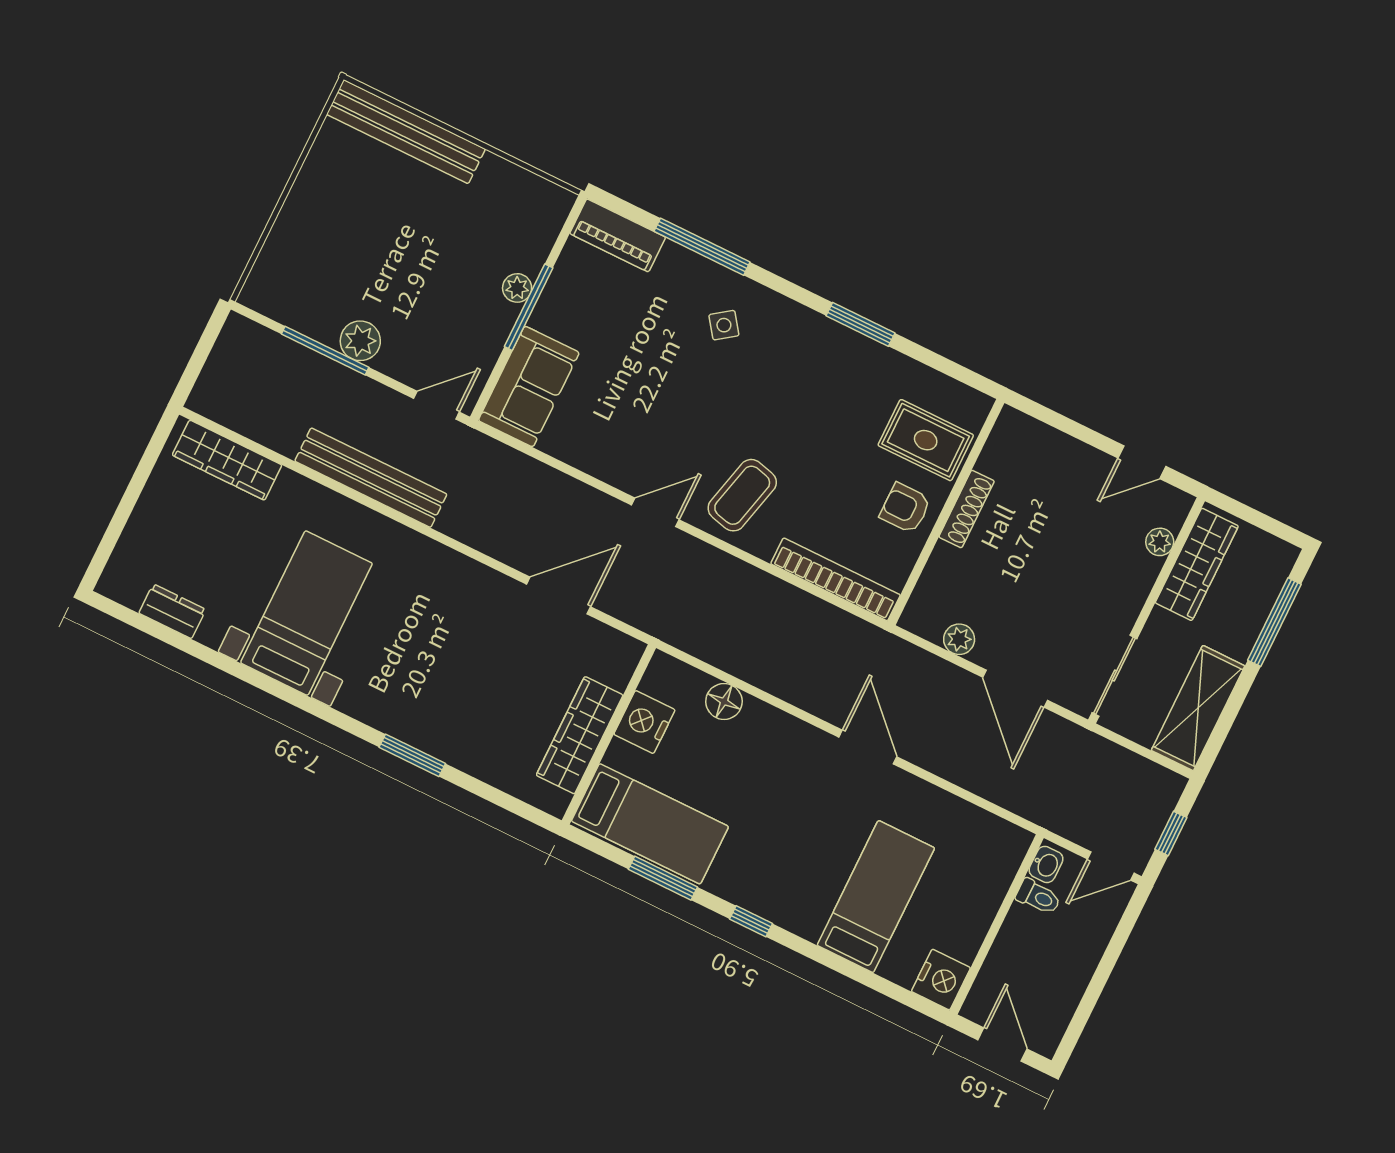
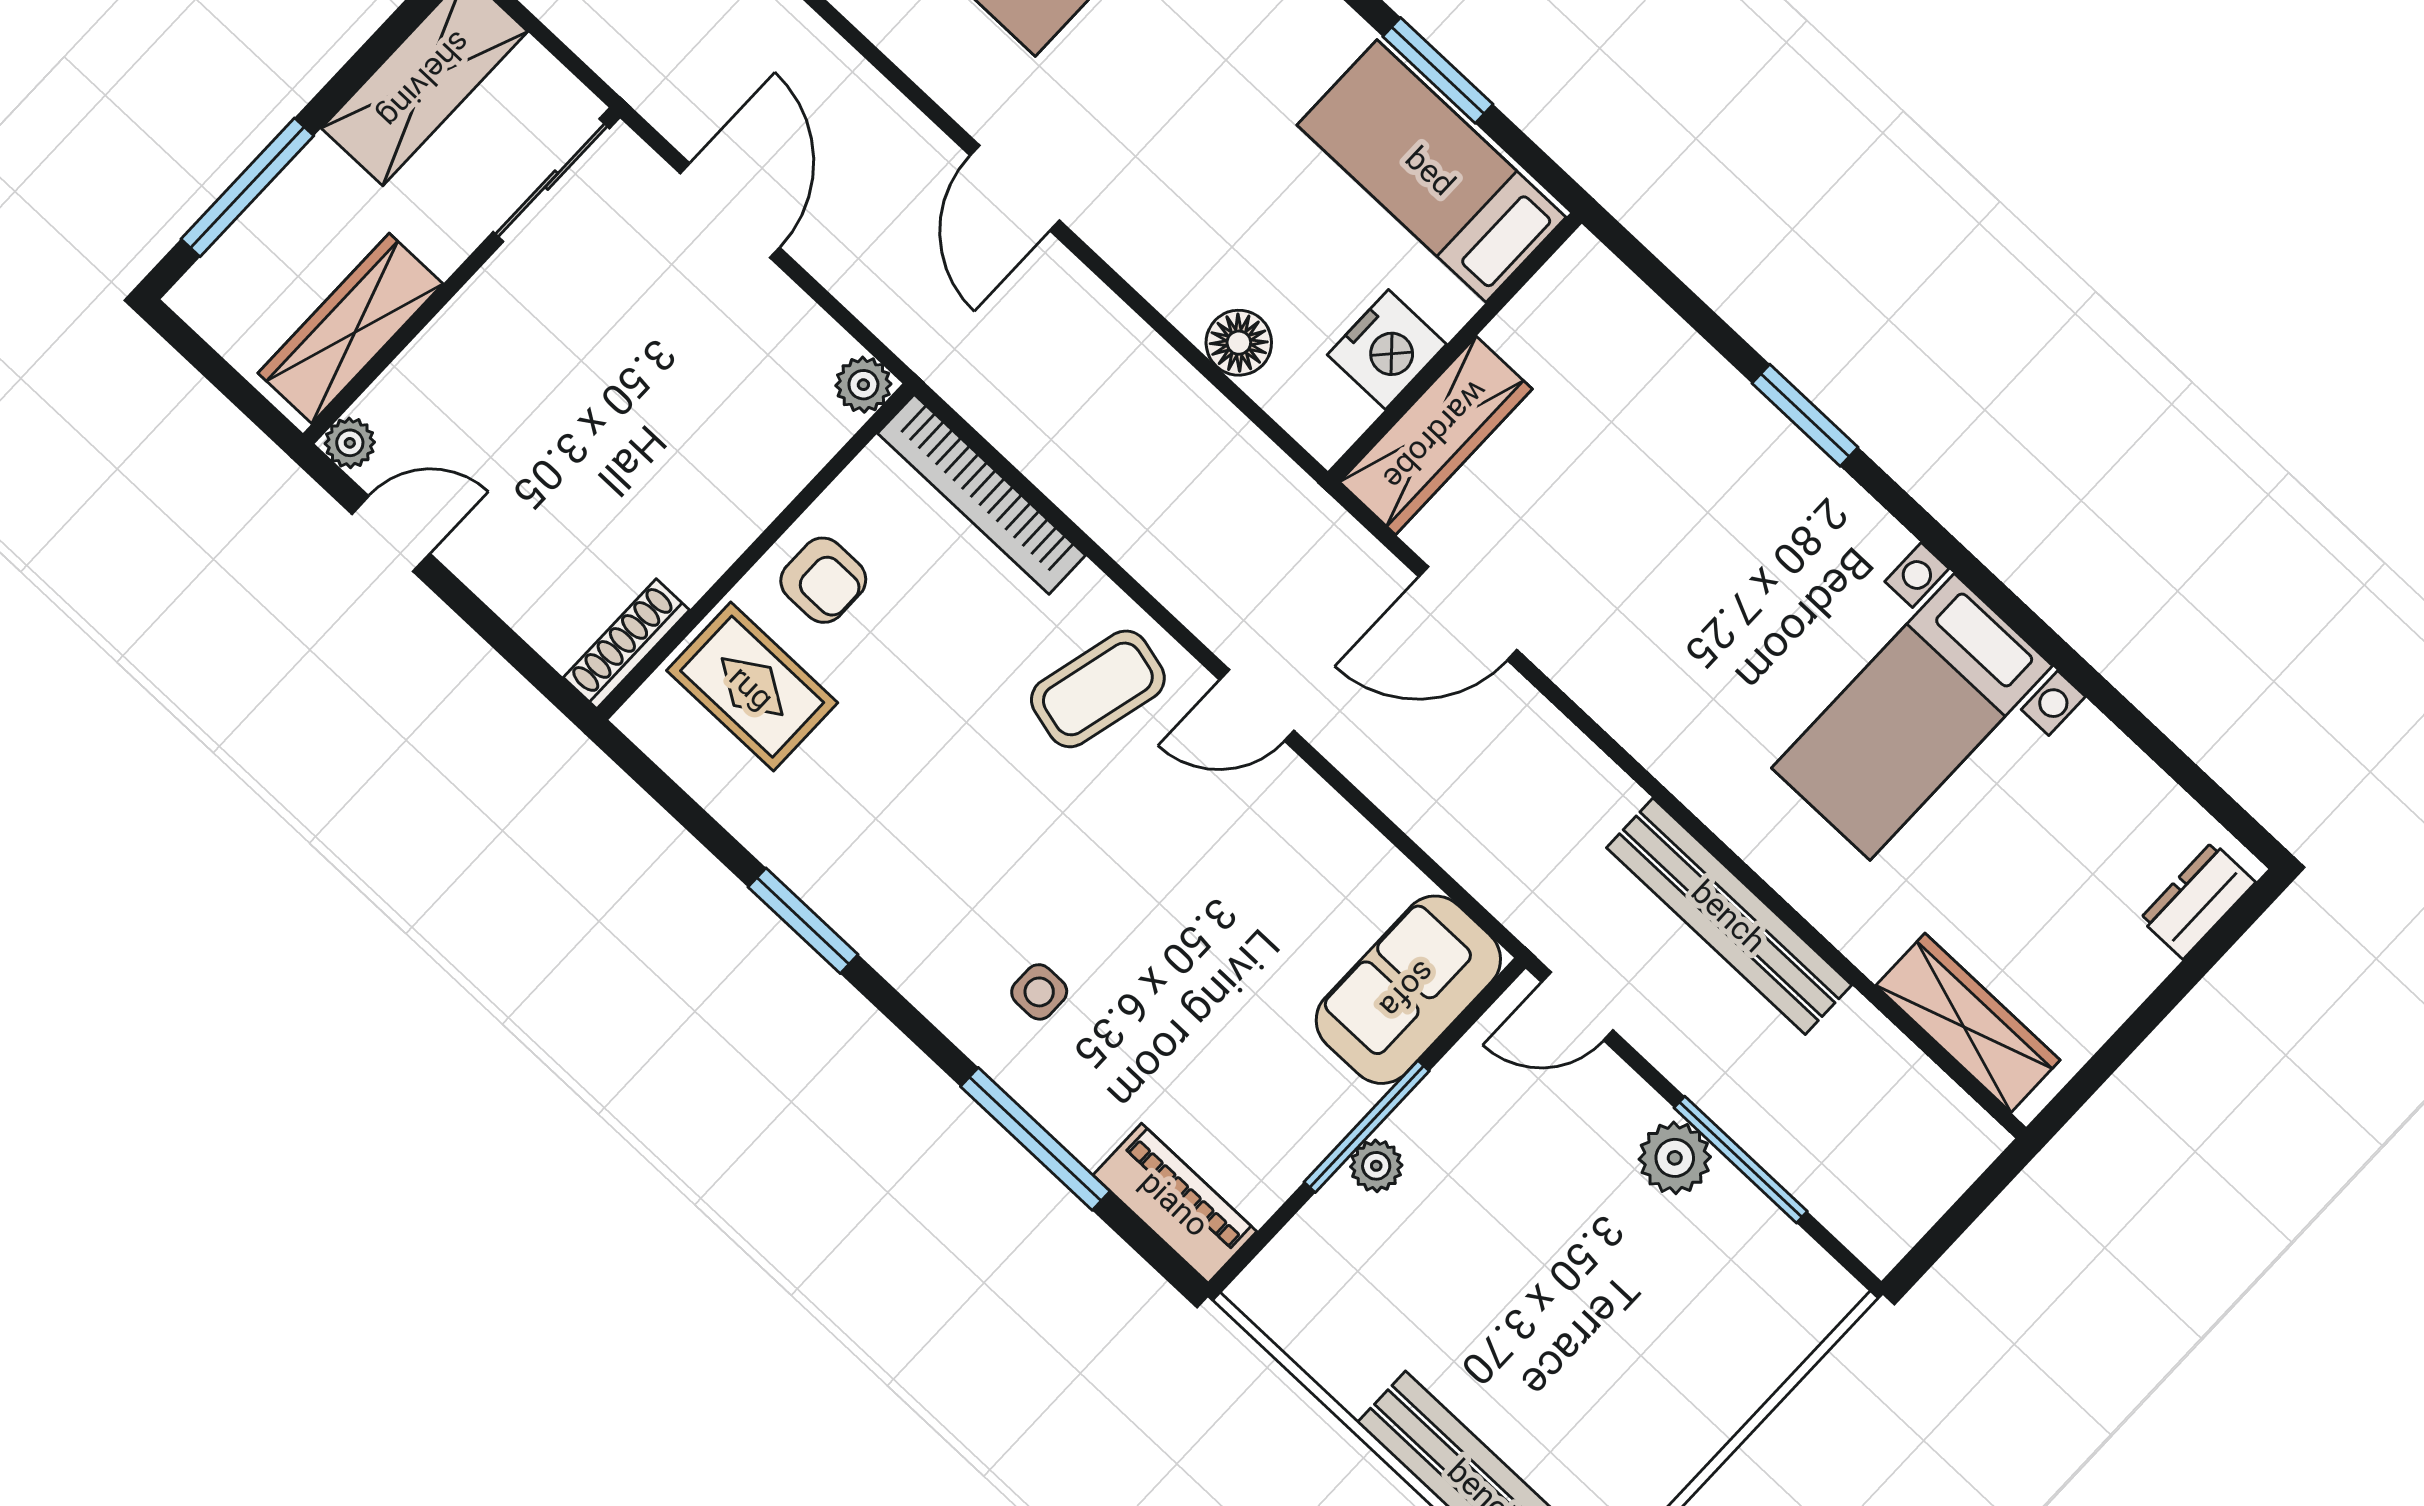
side table: (724, 325) -> (1039, 992), turned 36
shoe rack: (967, 509) -> (626, 644), moved
plant: (1160, 542) -> (350, 443), moved
dresser: (172, 611) -> (2198, 901), moved, turned 90
plant: (959, 639) -> (863, 385), moved
wardrobe: (580, 735) -> (1436, 435), moved

